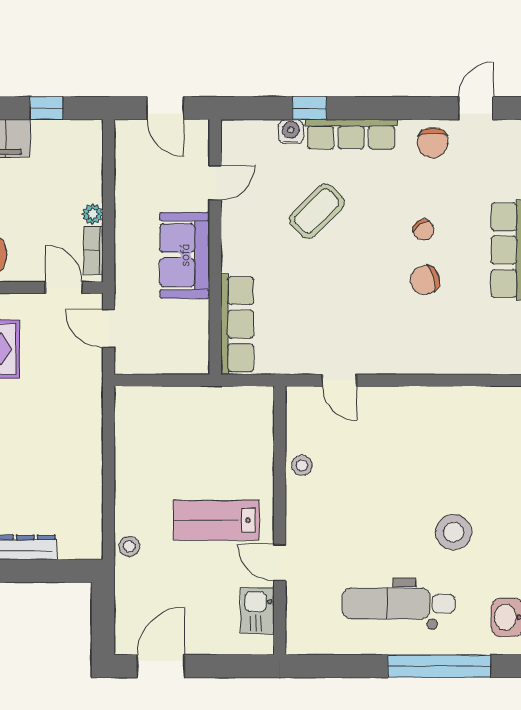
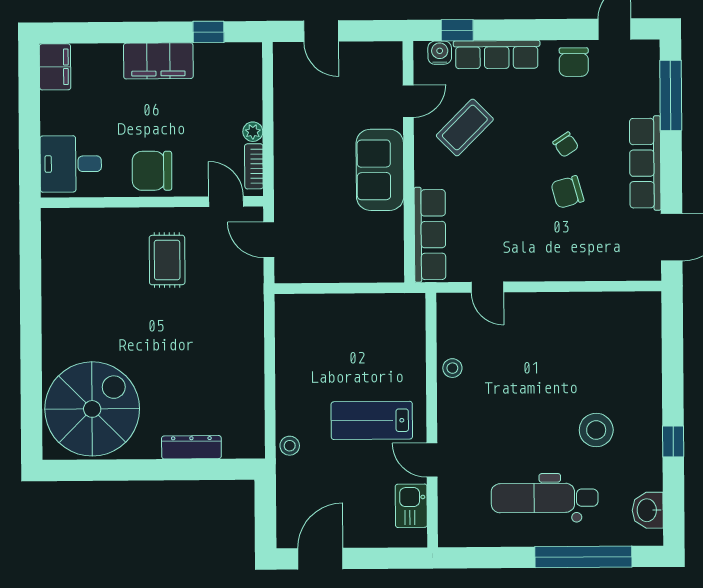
door: (215, 183) -> (408, 101), moved
wall: (215, 247) -> (409, 162), moved
sofa: (185, 255) -> (380, 170), moved
row of seats: (237, 324) -> (430, 235), moved

